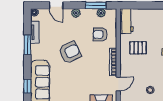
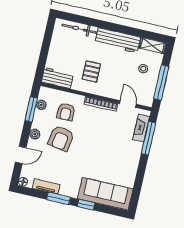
armchair: (70, 52) -> (61, 138), moved, turned -145
window: (27, 86) -> (86, 205), moved

